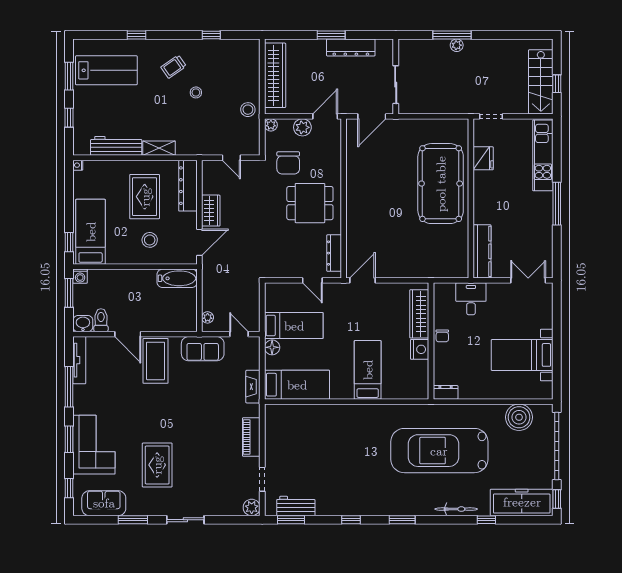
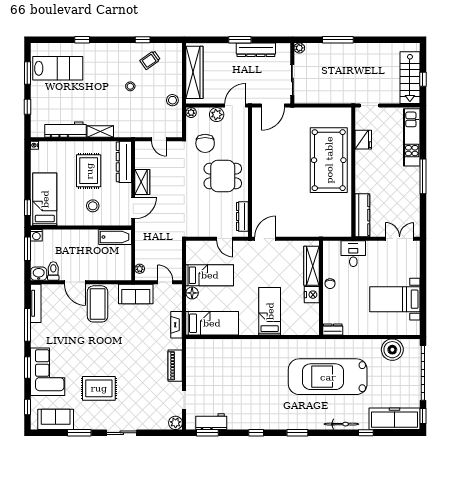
plant: (457, 45) -> (299, 48), moved
trolley: (173, 67) -> (150, 60), moved
rug: (157, 465) -> (99, 388), turned 90

